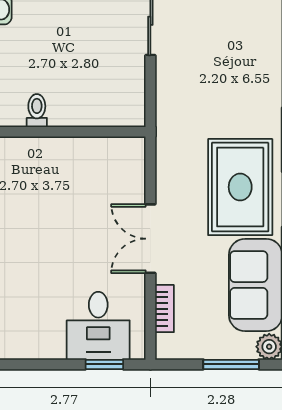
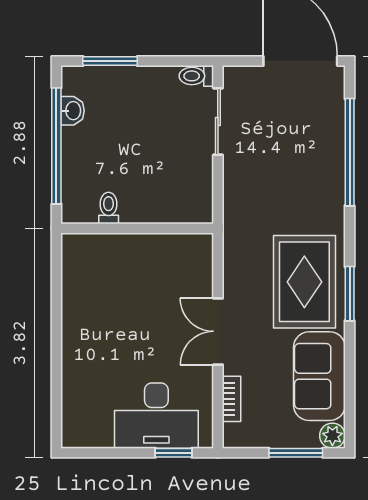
desk: (98, 326) -> (156, 416), width x1.37

